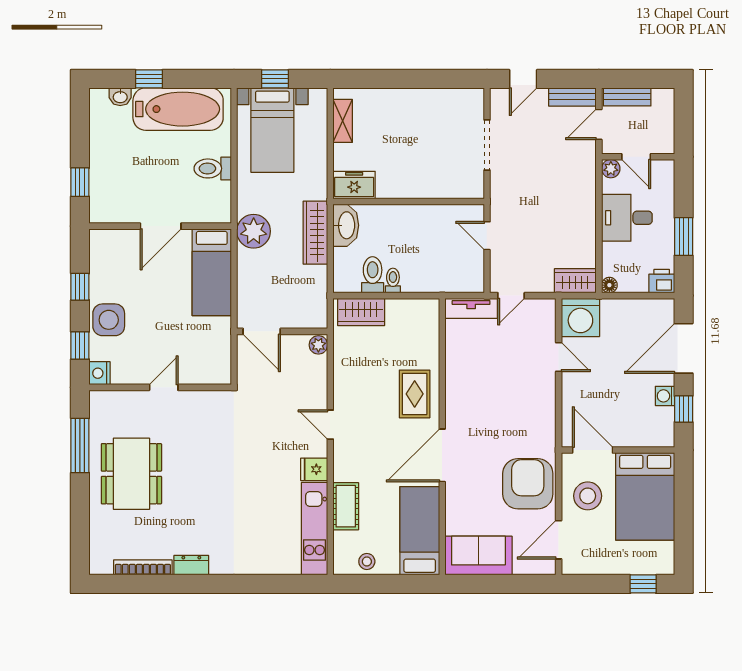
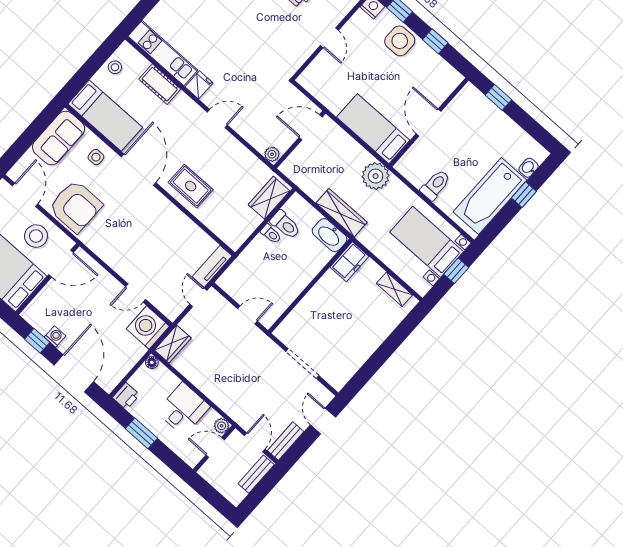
side table: (466, 505) -> (96, 157), added

